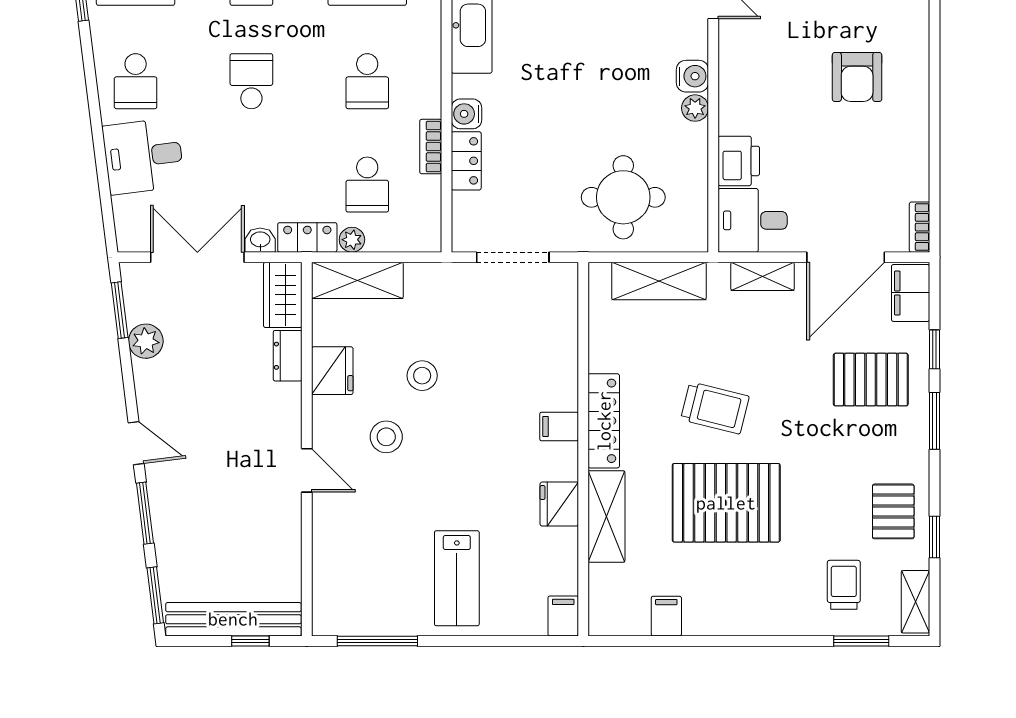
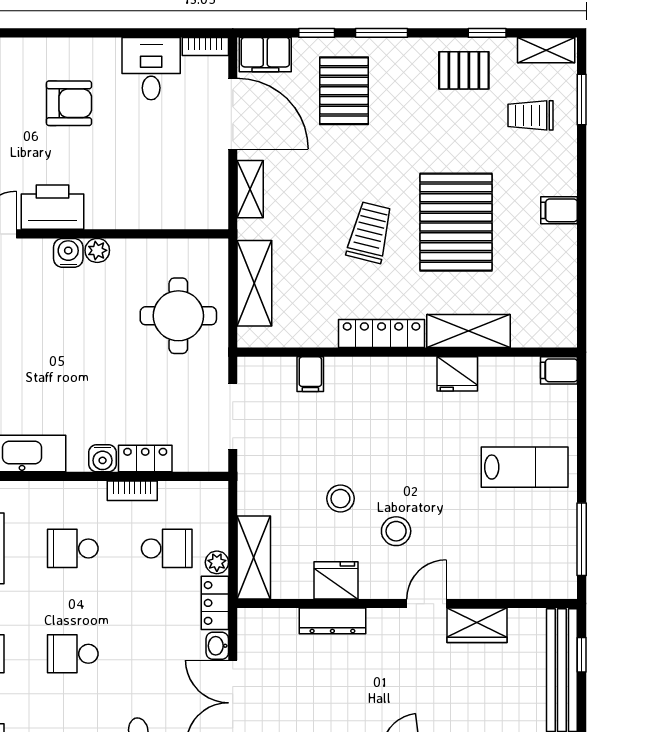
school desk: (367, 81) -> (73, 548), turned 180
printer: (739, 161) -> (52, 207), moved, width x1.37, depth x1.19
desk: (753, 220) -> (151, 69), moved, turned 180
wardrobe: (283, 295) -> (477, 625), moved
dresser: (288, 356) -> (332, 621), width x1.44
filing cabinet: (559, 426) -> (310, 374), moved
filing cabinet: (666, 616) -> (559, 210), moved

